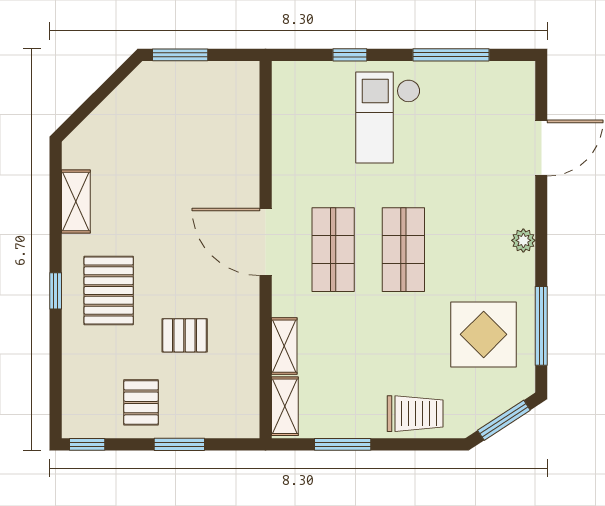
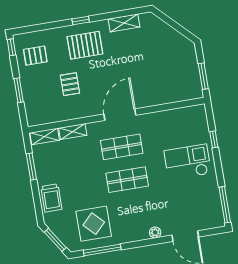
window: (180, 55) -> (203, 76), moved
window: (451, 55) -> (225, 205), moved
plant: (523, 240) -> (155, 233), moved
pallet: (141, 402) -> (35, 56), moved

